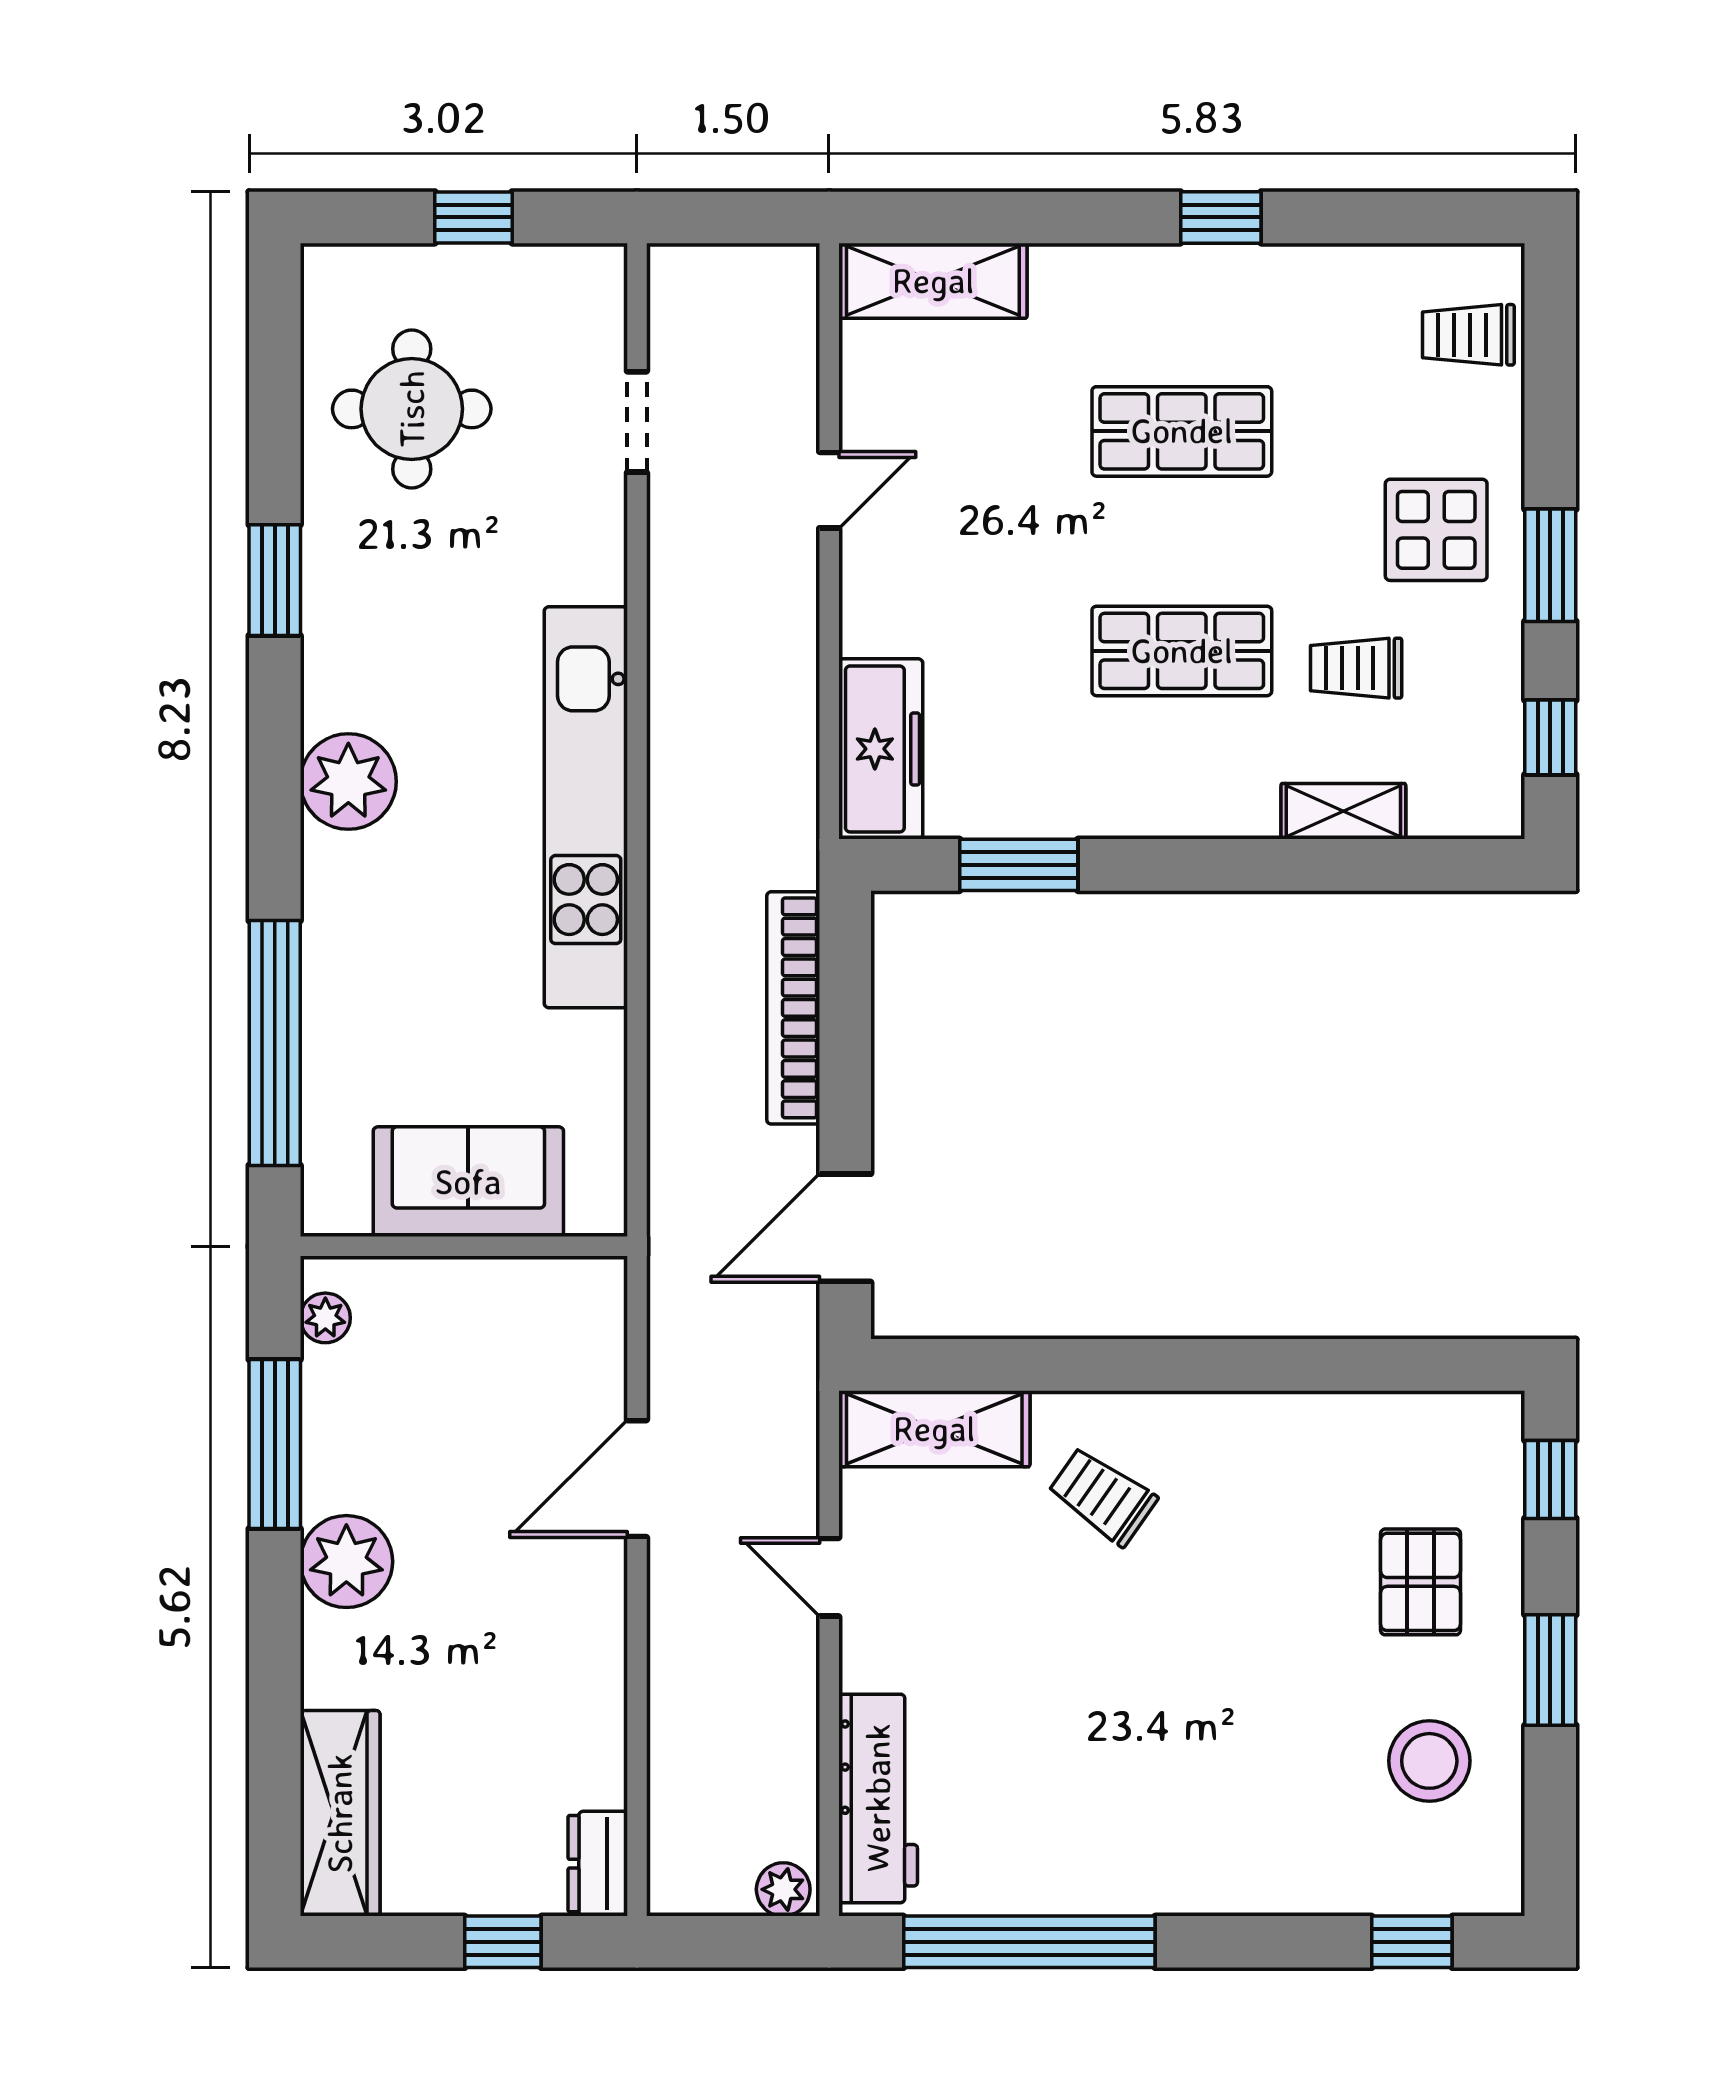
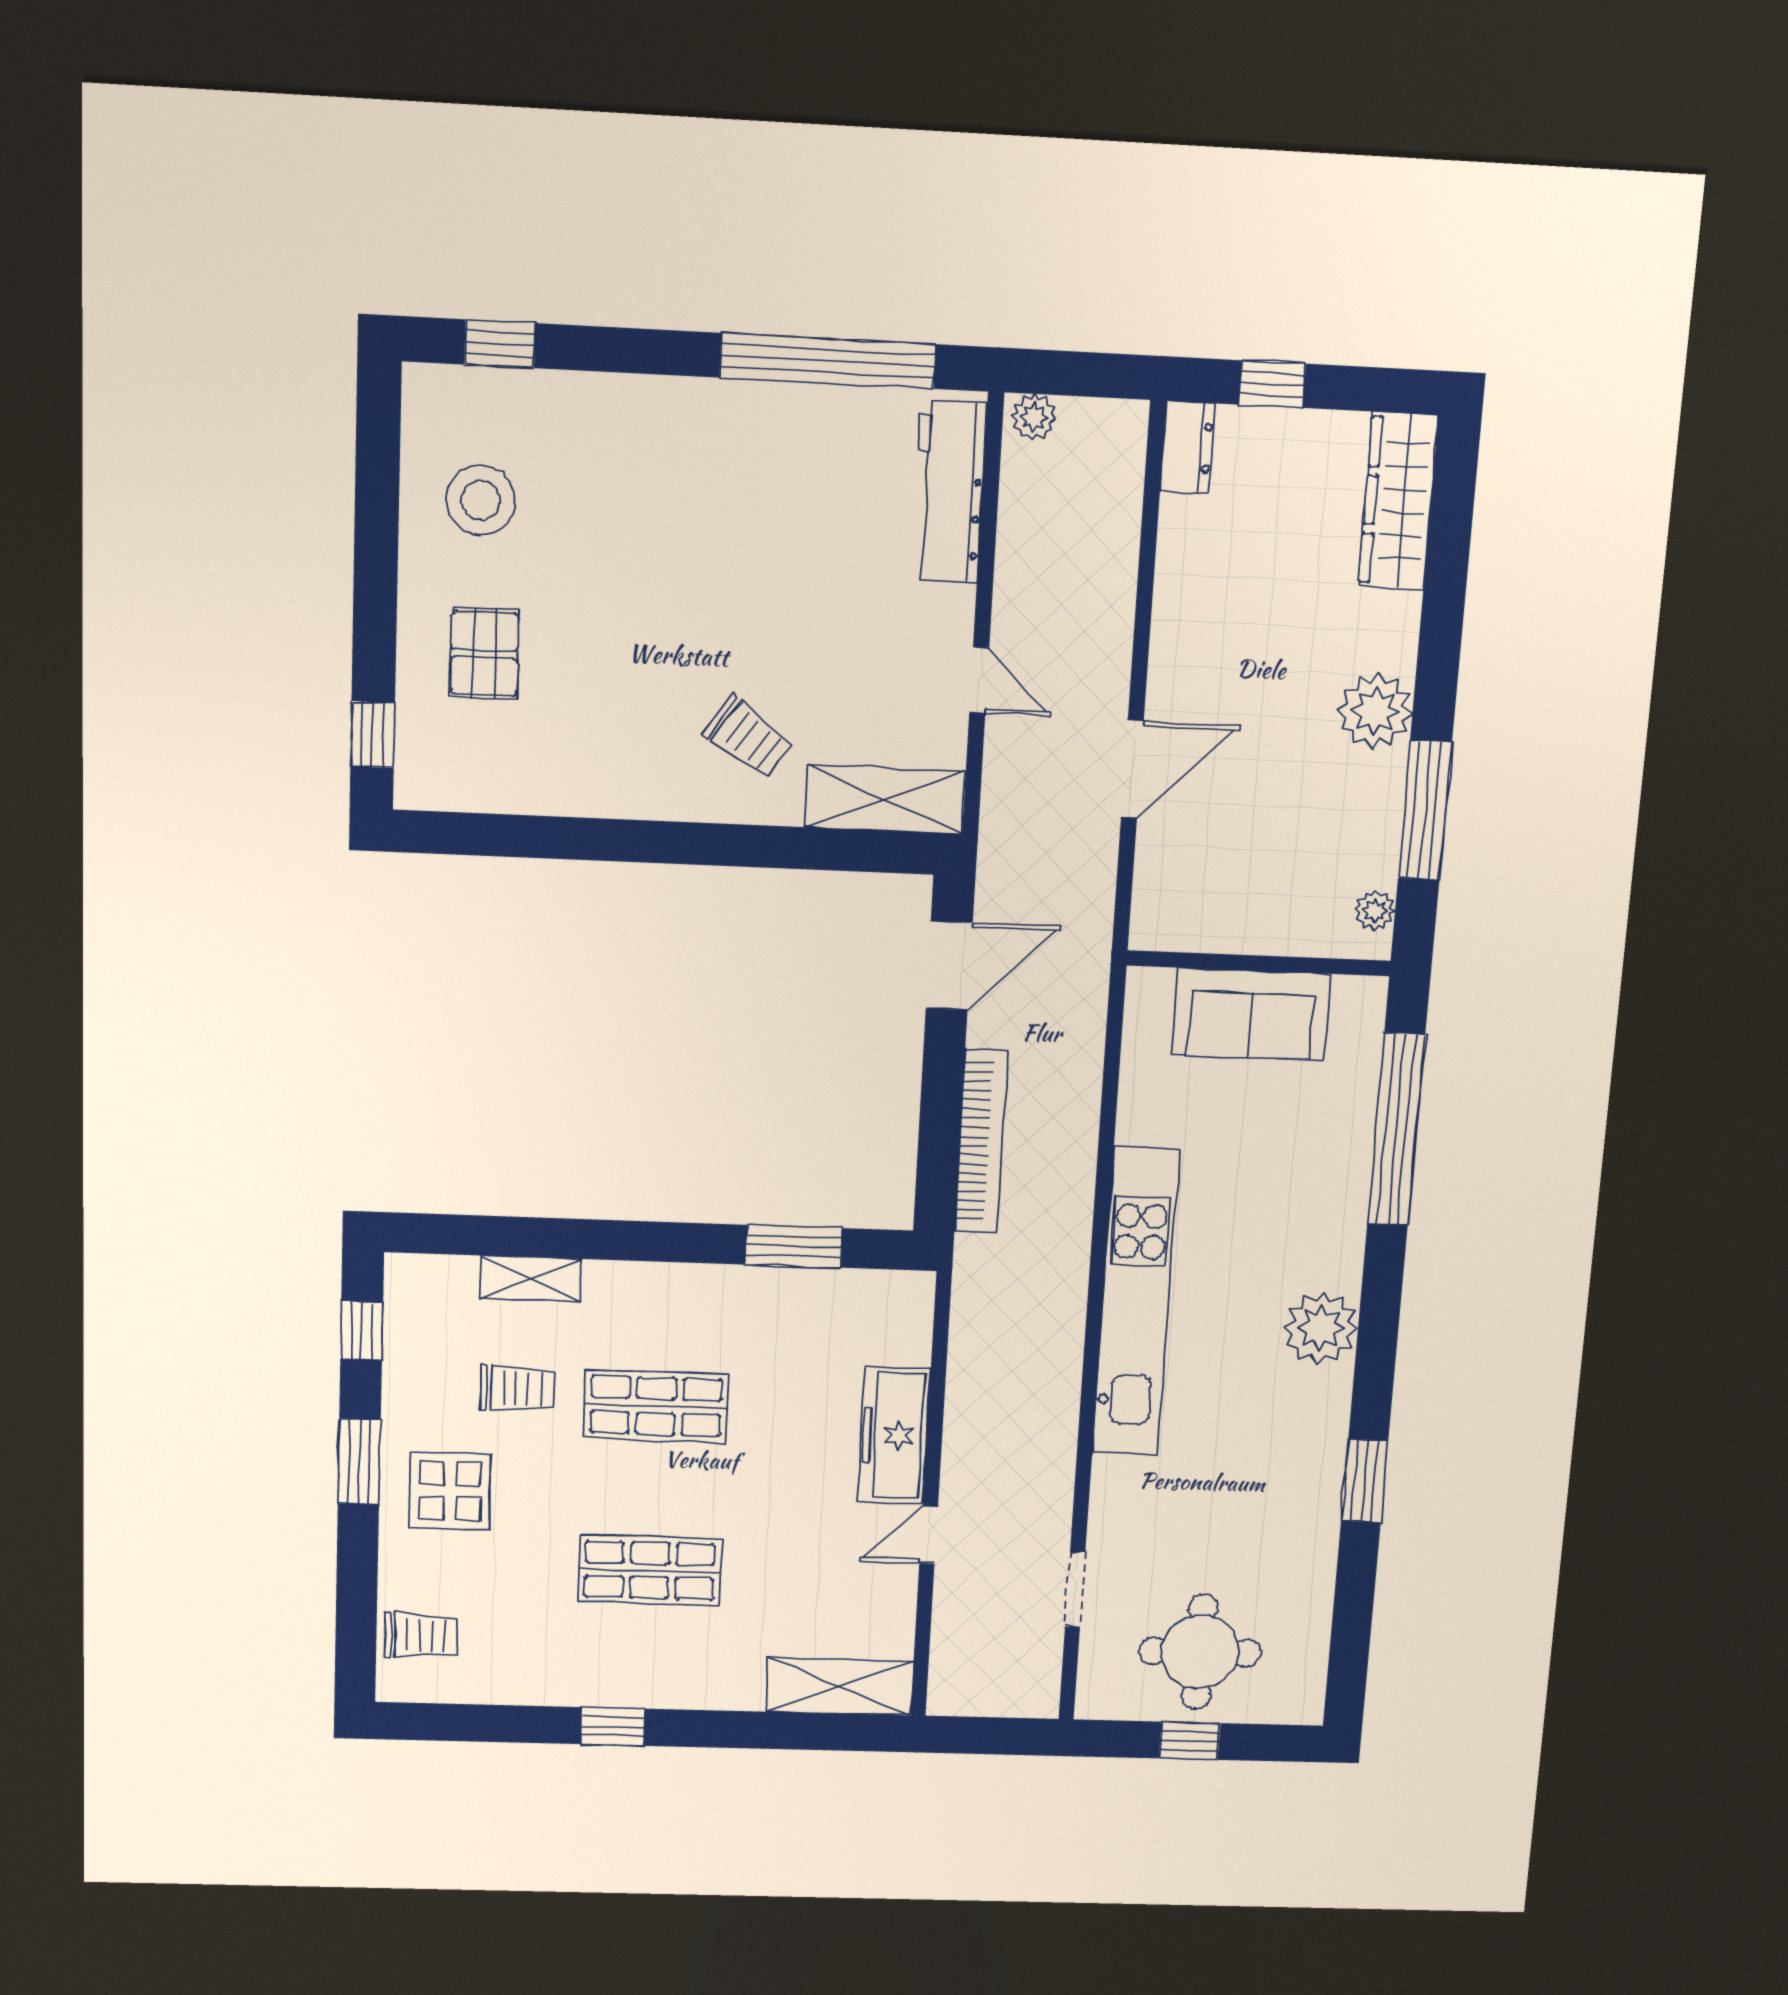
round table: (412, 409) -> (1200, 1652), moved
freezer: (881, 749) -> (894, 1435), moved
window: (1550, 1670) -> (376, 574), removed

